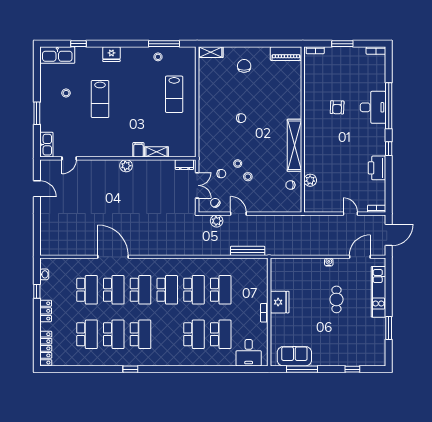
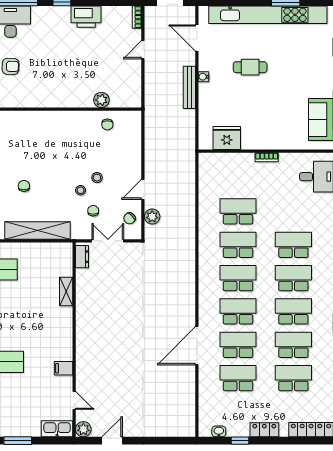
shelving: (294, 145) -> (37, 230), moved
filing cabinet: (138, 150) -> (63, 368), moved
plant: (126, 166) -> (83, 429), moved
bench: (248, 251) -> (189, 87), moved
kitchen unit: (378, 292) -> (268, 15), width x1.86
fridge: (280, 302) -> (227, 138), moved
school desk: (221, 334) -> (293, 278), moved

